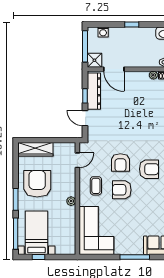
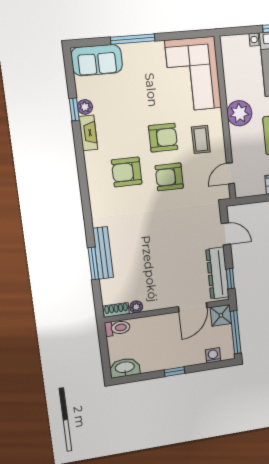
door: (114, 69) -> (193, 307), swing flipped
window: (85, 96) -> (230, 279), moved
armchair: (120, 163) -> (169, 177), turned -90
plant: (71, 201) -> (239, 113), width x1.88, depth x1.88

